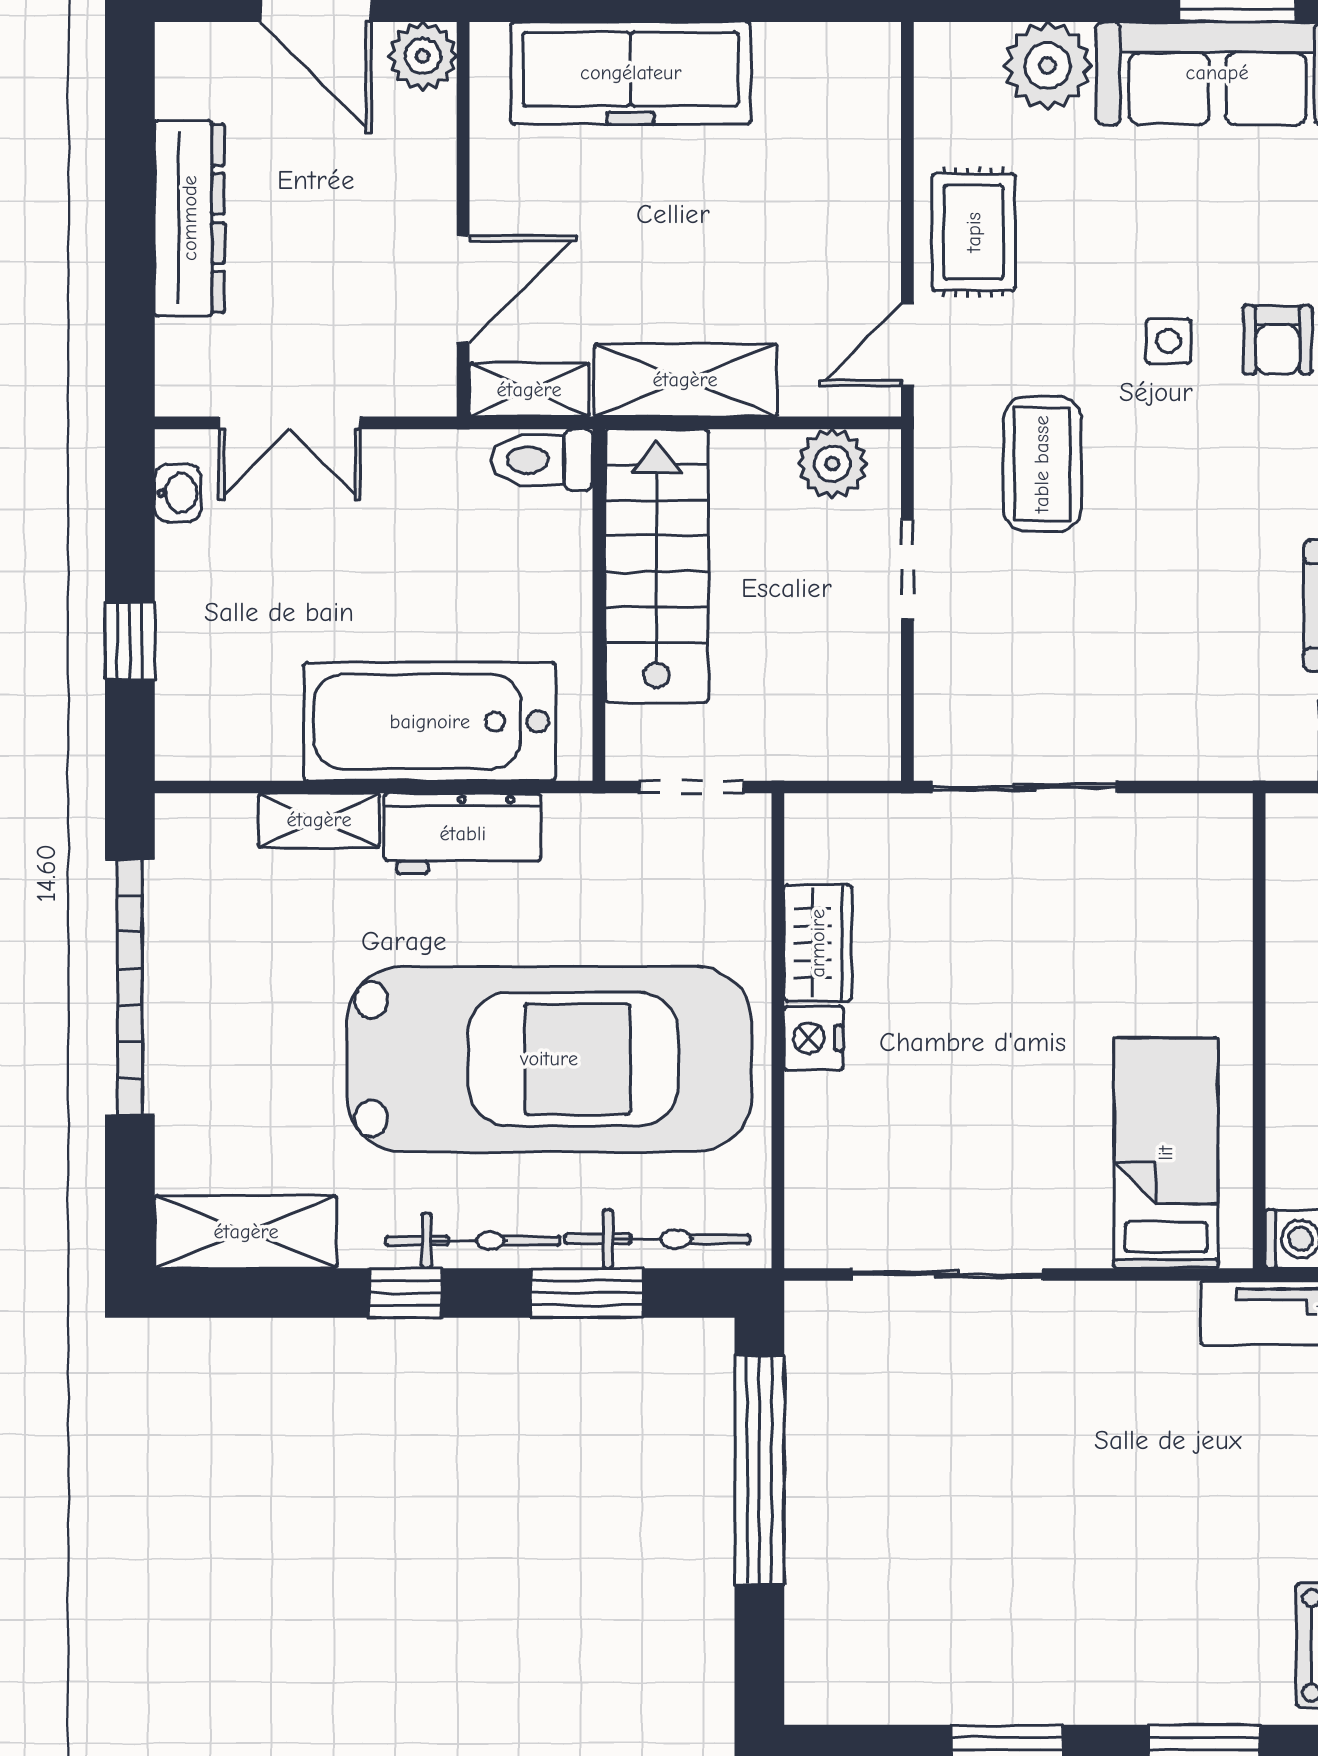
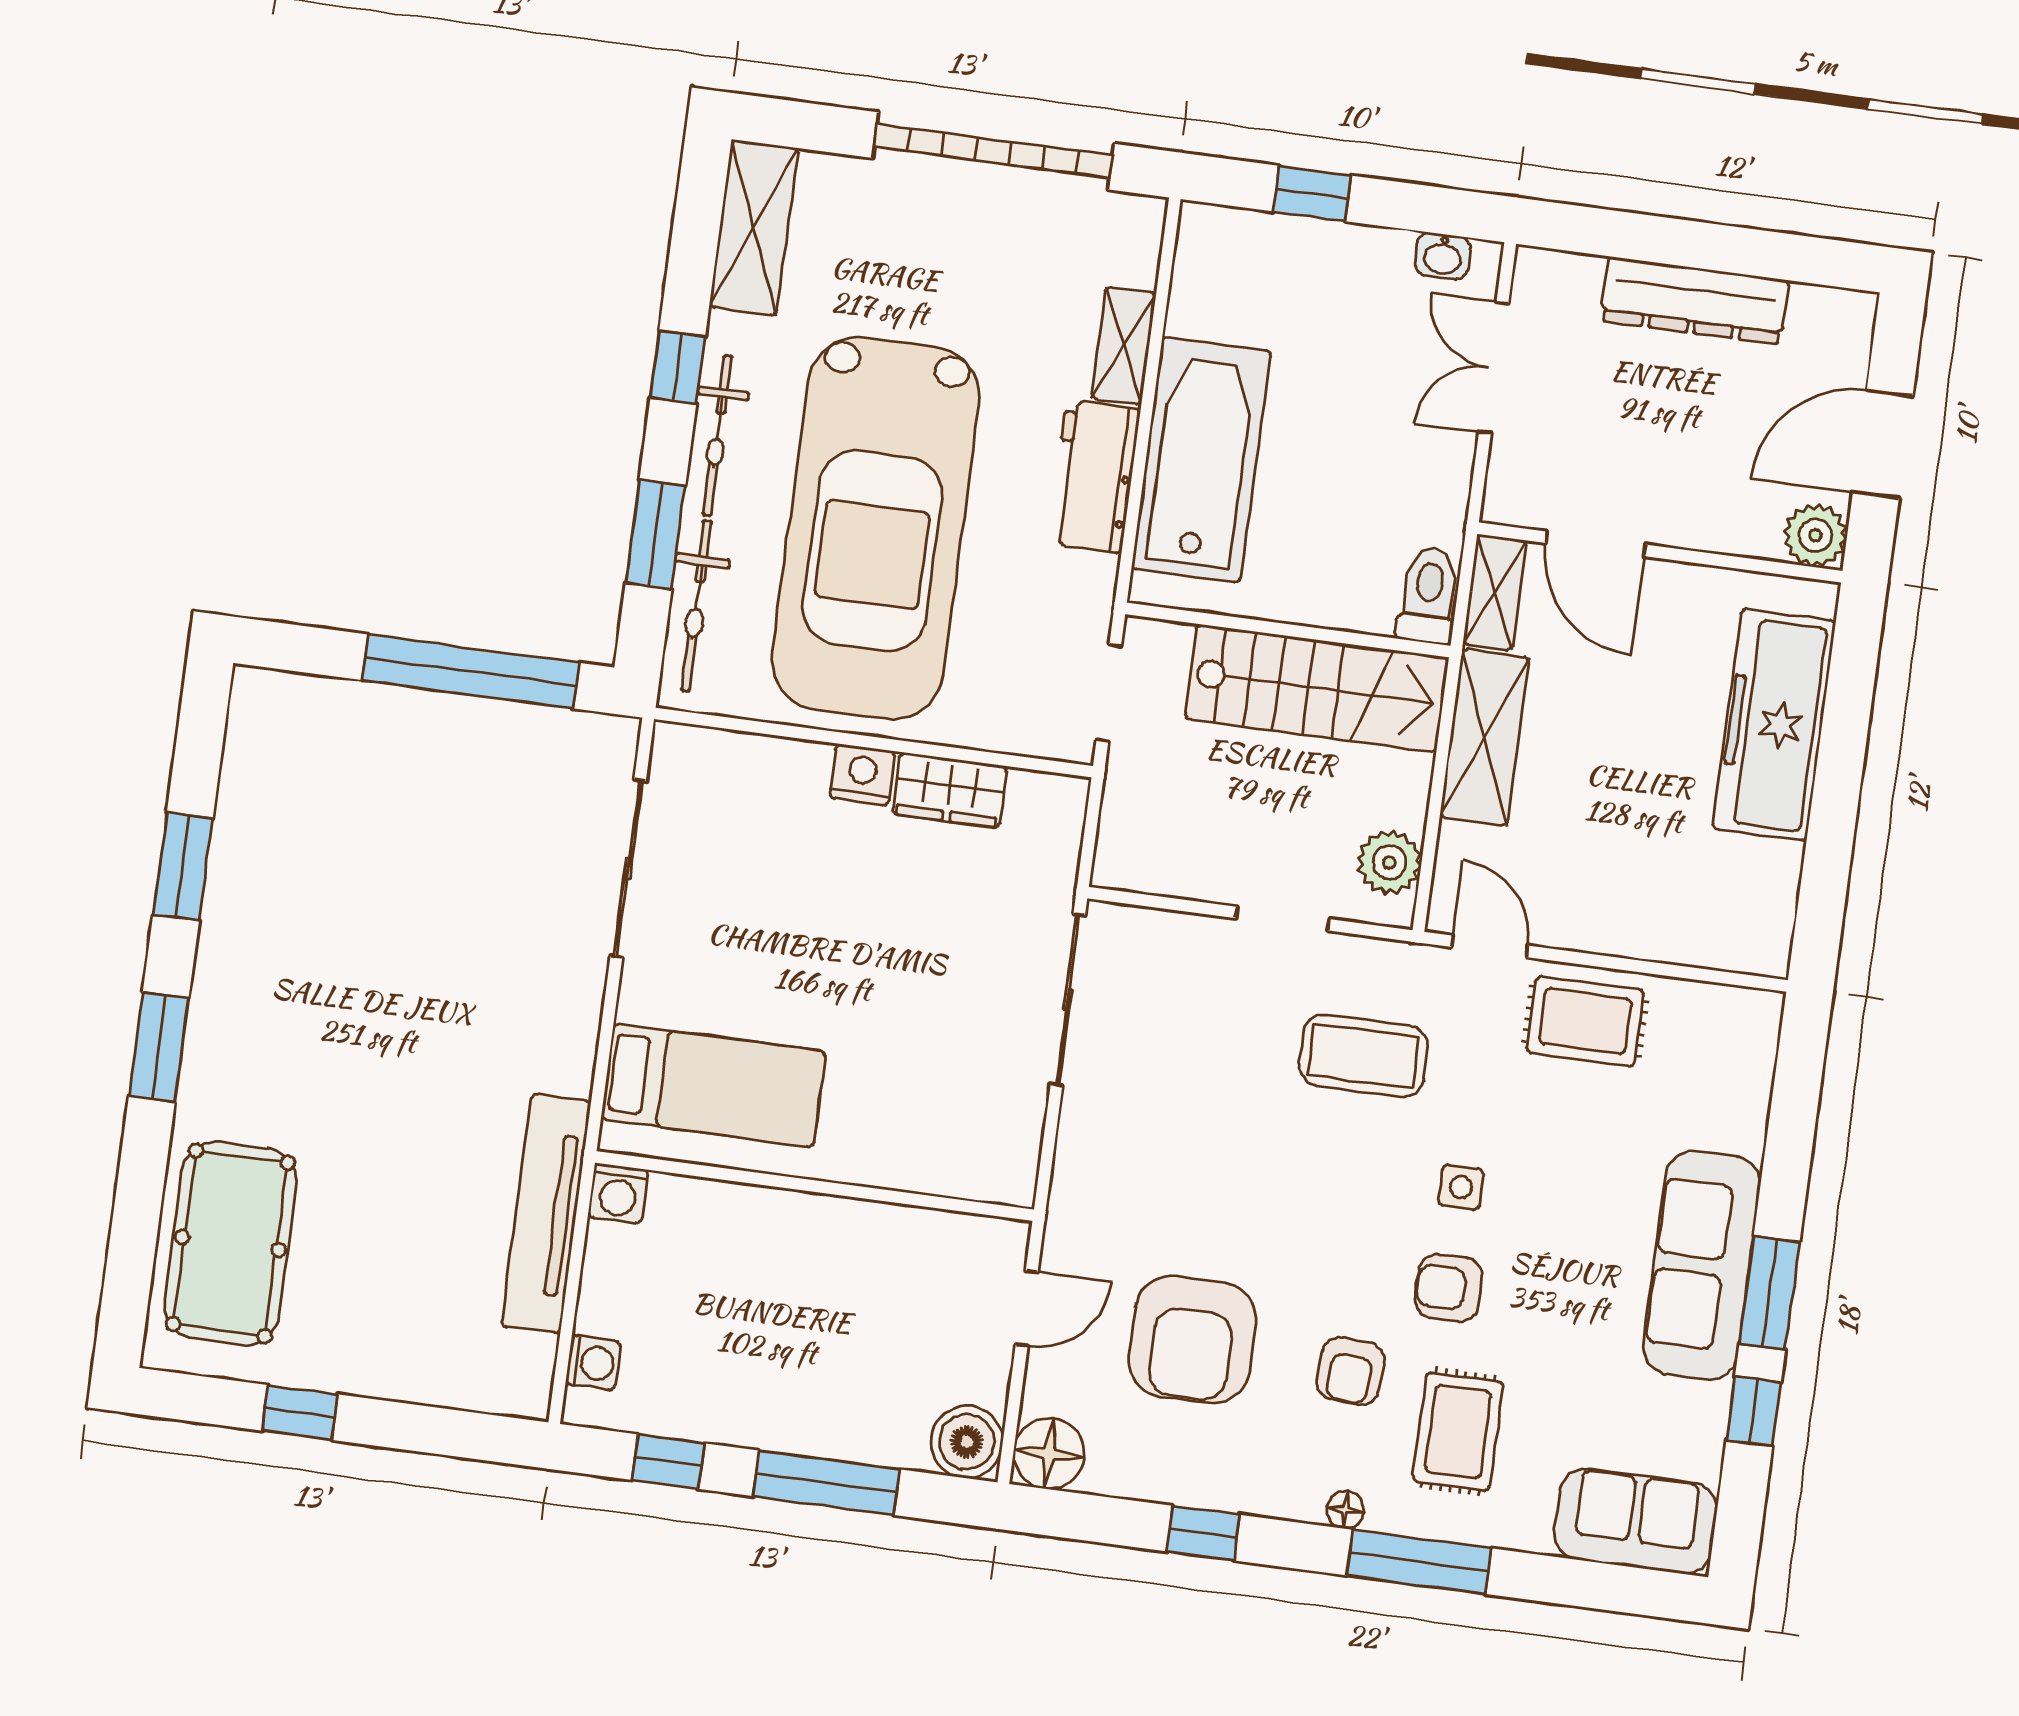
plant: (1048, 66) -> (1730, 1110), removed

